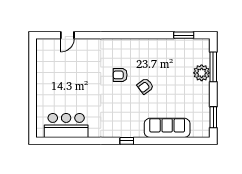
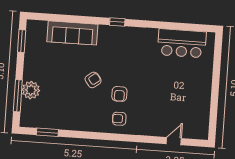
armchair: (119, 52) -> (119, 119), added
armchair: (120, 75) -> (119, 94), turned 90

